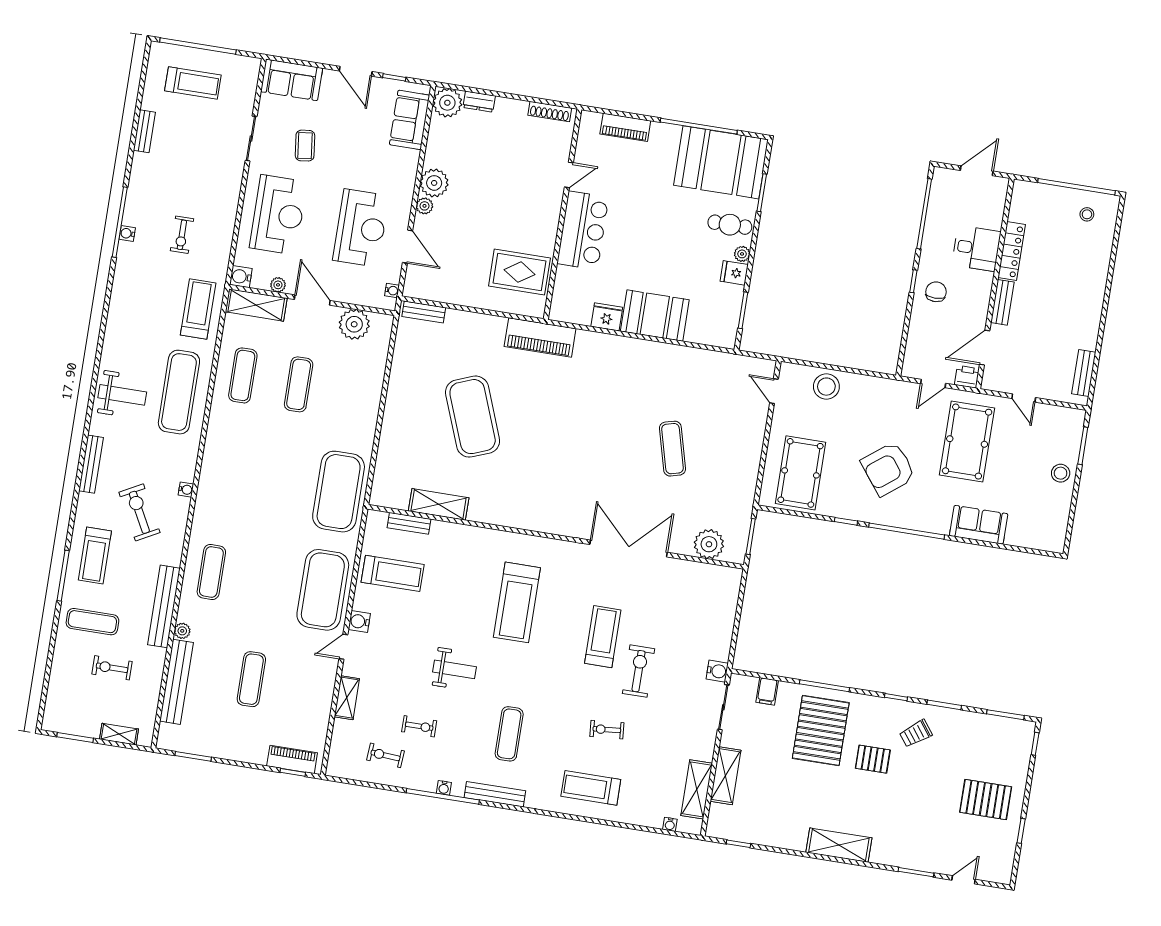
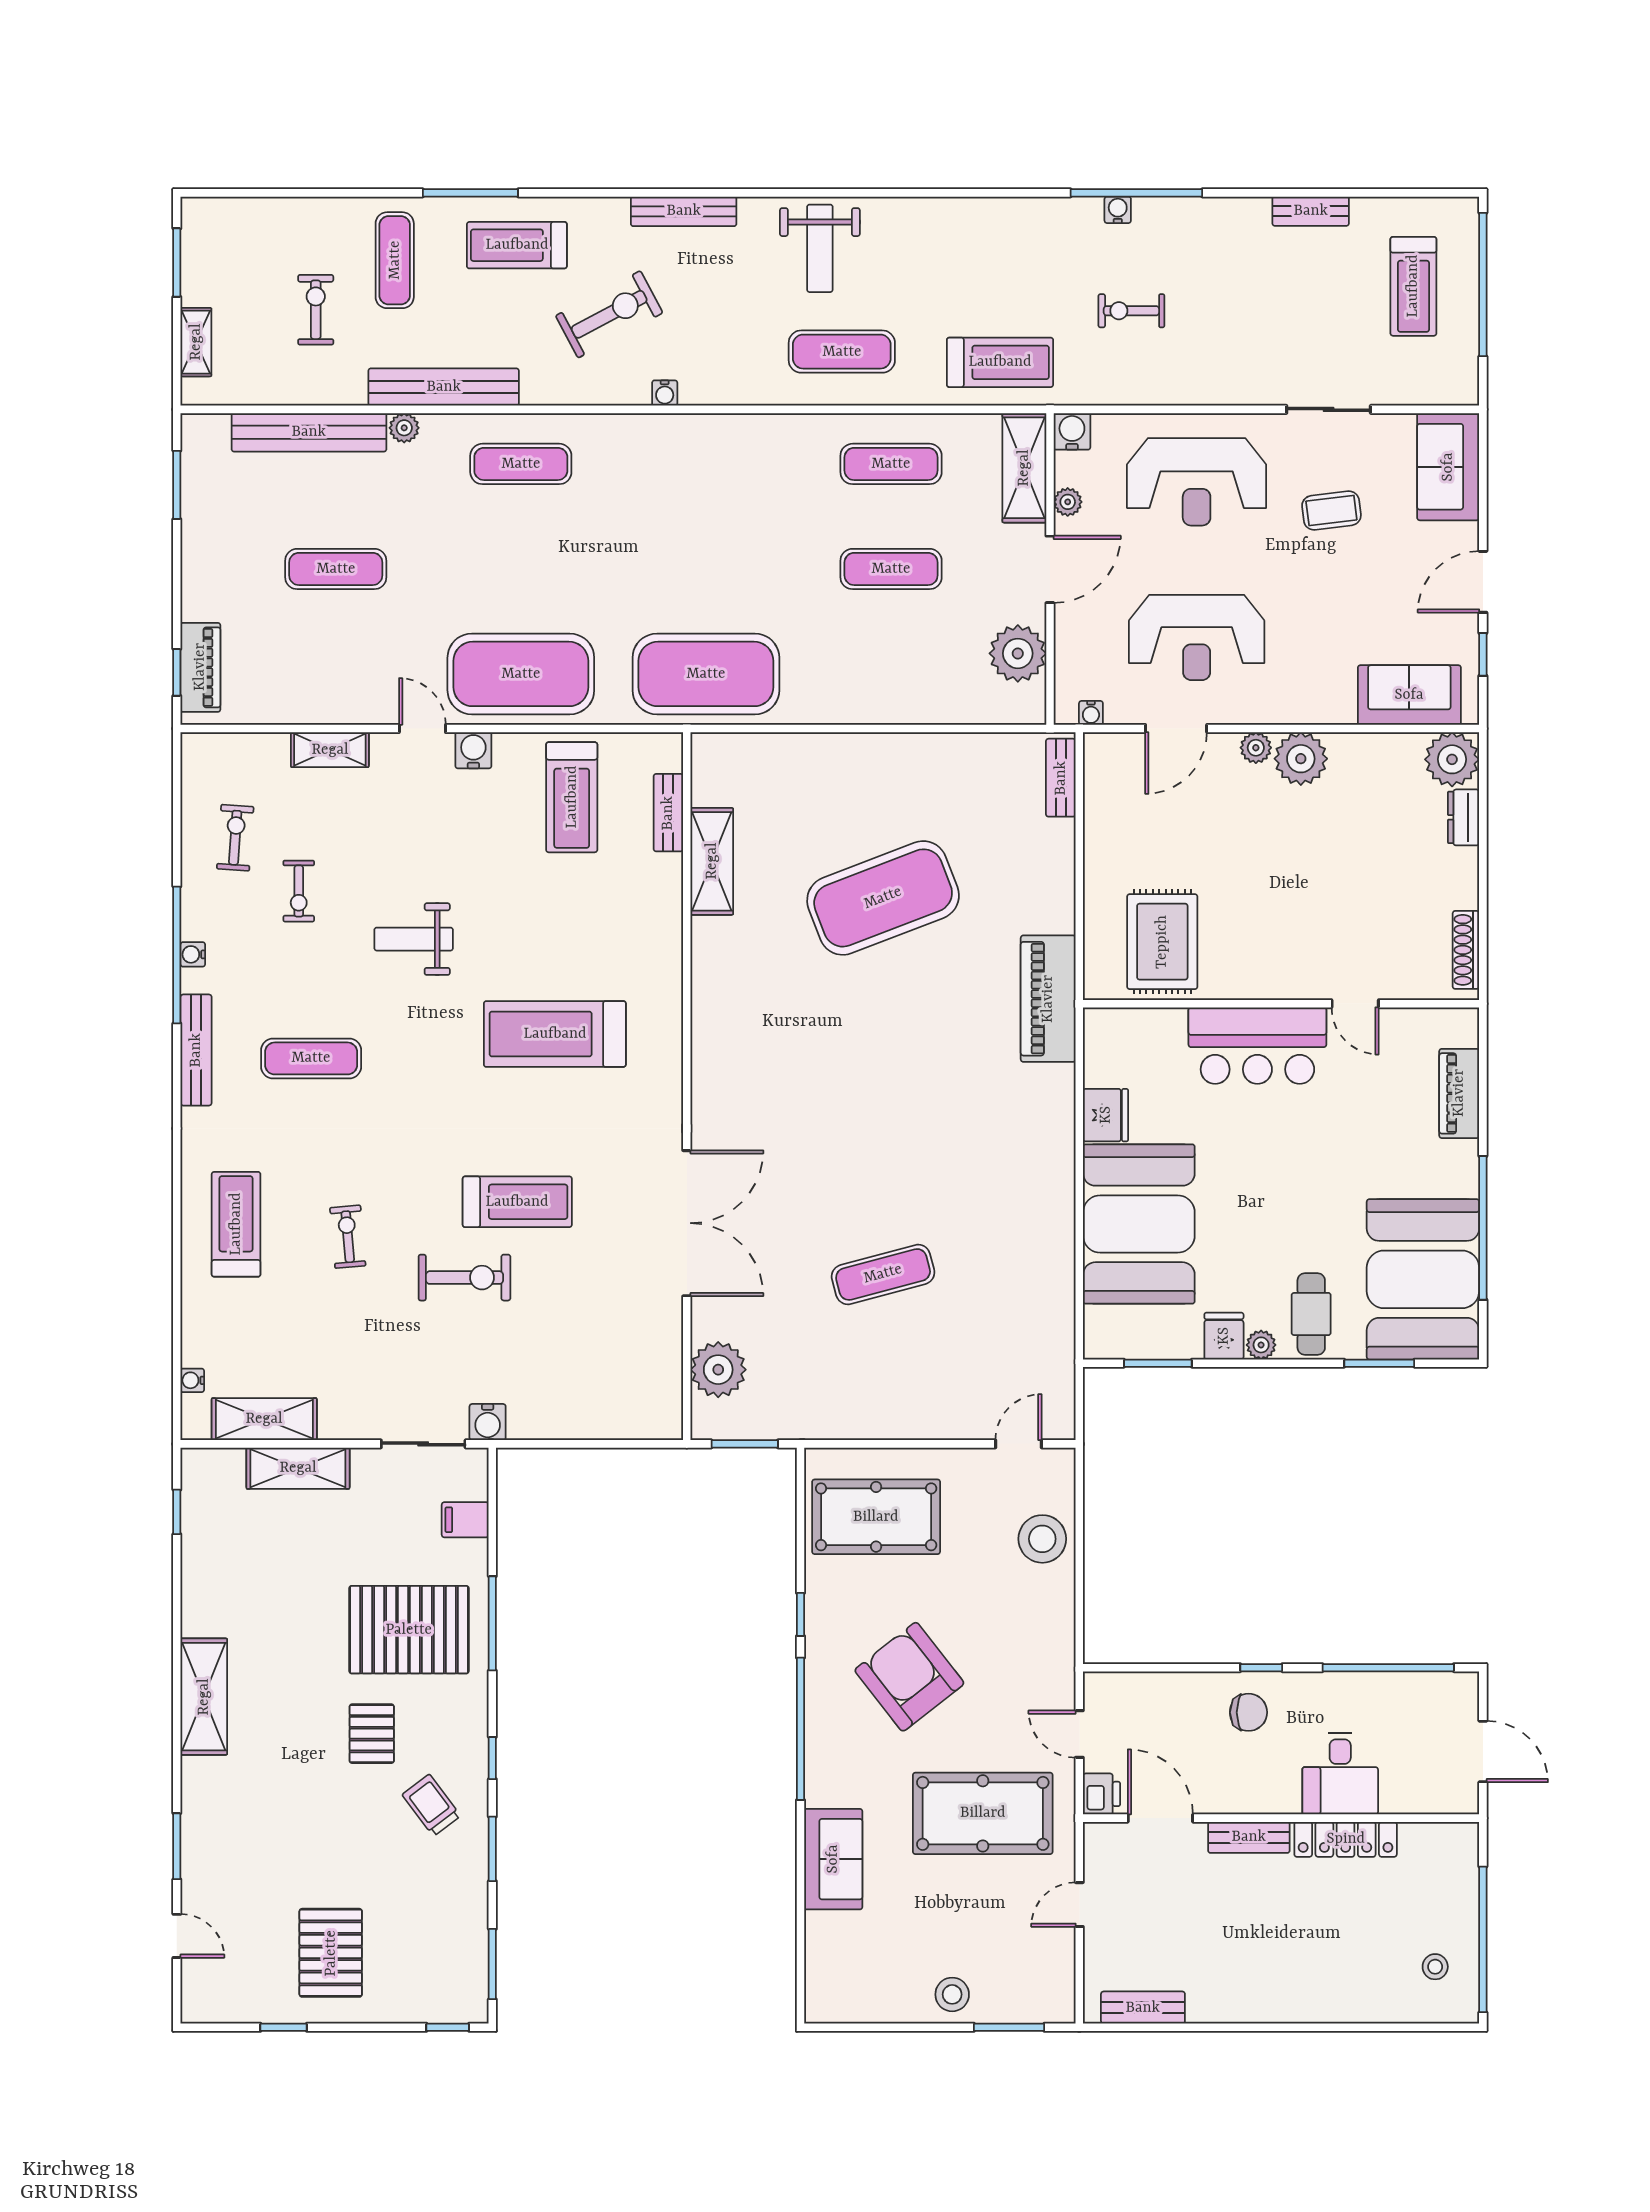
booth: (655, 316) -> (1139, 1224), width x1.36, depth x1.42
exercise mat: (179, 392) -> (842, 352), width x0.73, depth x0.69
weight bench: (454, 669) -> (414, 939), turned 90

